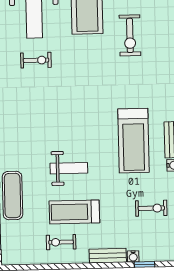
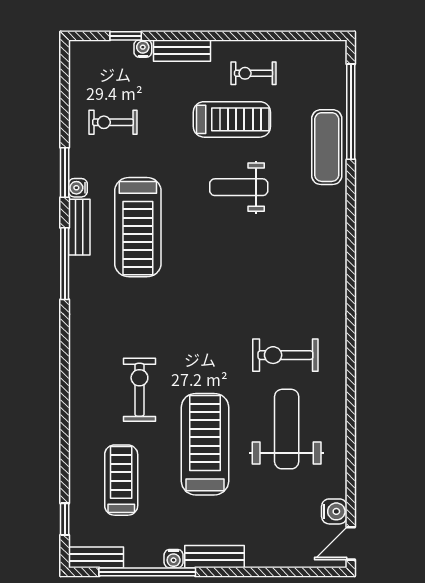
exercise bike: (36, 60) -> (285, 355), width x1.38, depth x1.39
treadmill: (134, 141) -> (138, 227), turned 180
exercise bike: (61, 242) -> (254, 73), turned 180

